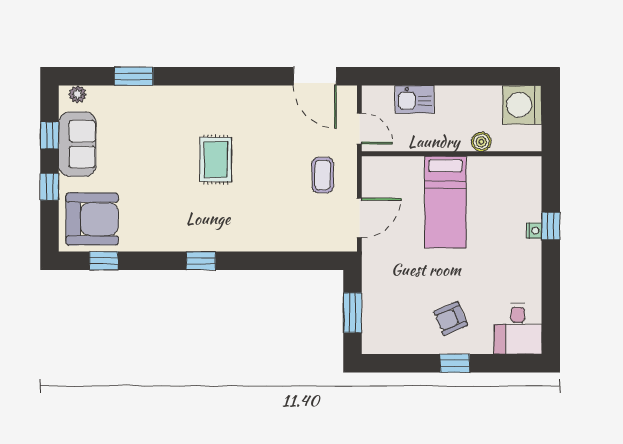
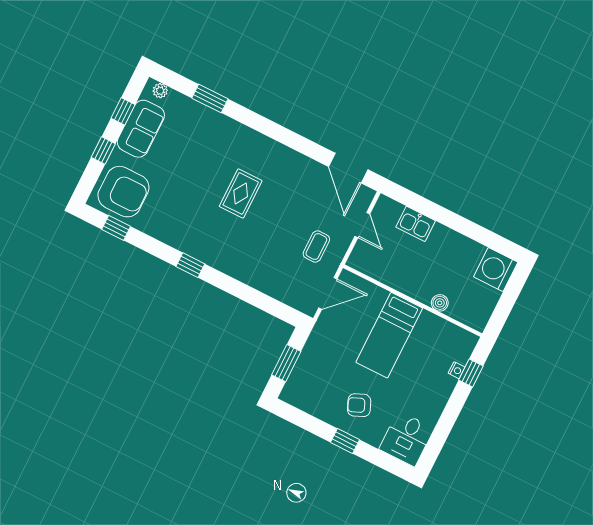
boiler: (481, 142) -> (440, 303), moved
wall: (452, 154) -> (412, 301), moved
bed: (445, 202) -> (389, 335), moved

